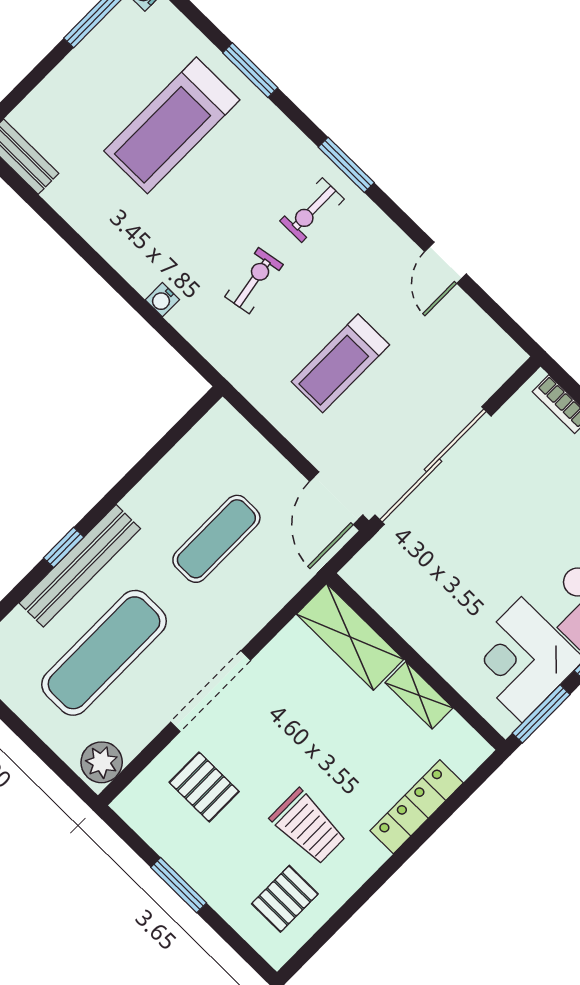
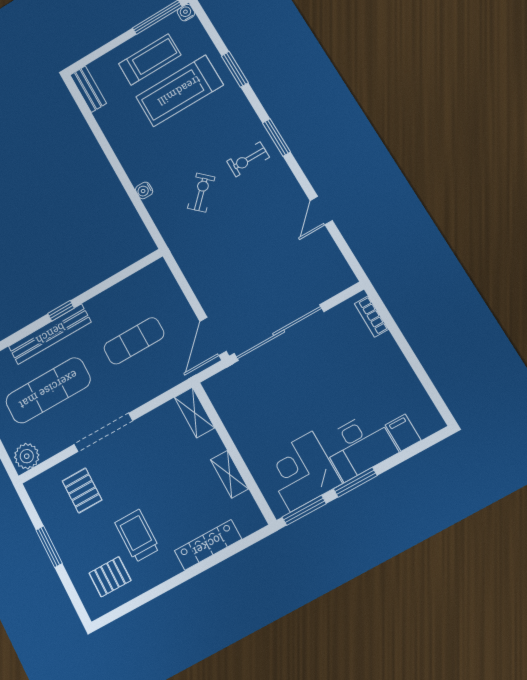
exercise bike: (254, 281) -> (201, 193), turned -36
treadmill: (340, 363) -> (150, 59), moved, turned 180
window: (64, 547) -> (61, 311), moved
shelving: (350, 637) -> (194, 413), width x0.67, depth x0.75
trolley: (308, 827) -> (137, 536), turned 180

